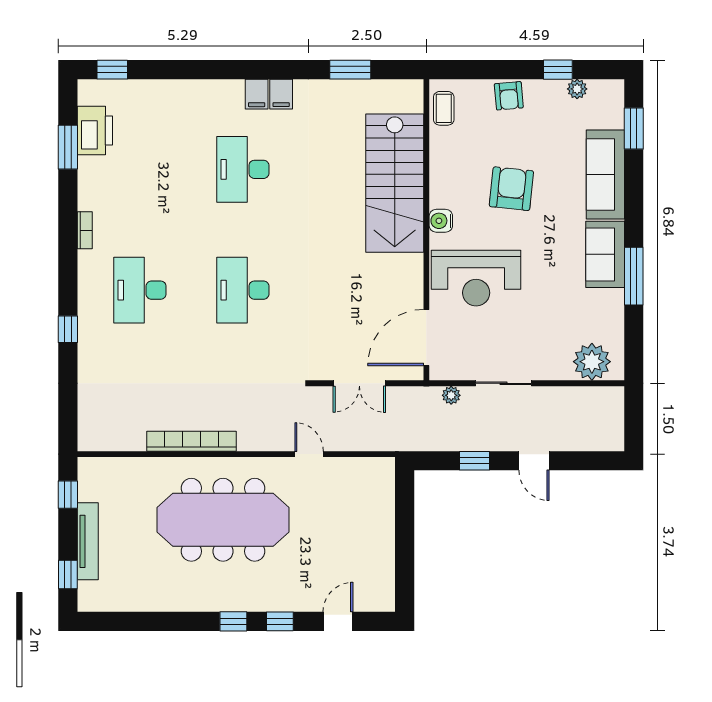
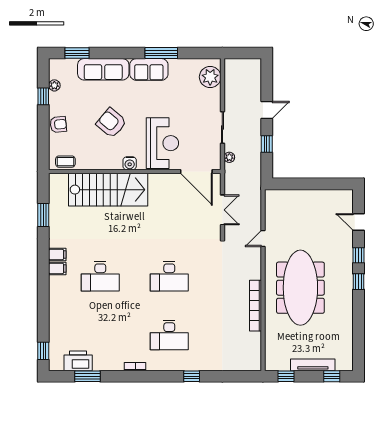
armchair: (511, 189) -> (111, 123), turned 34

